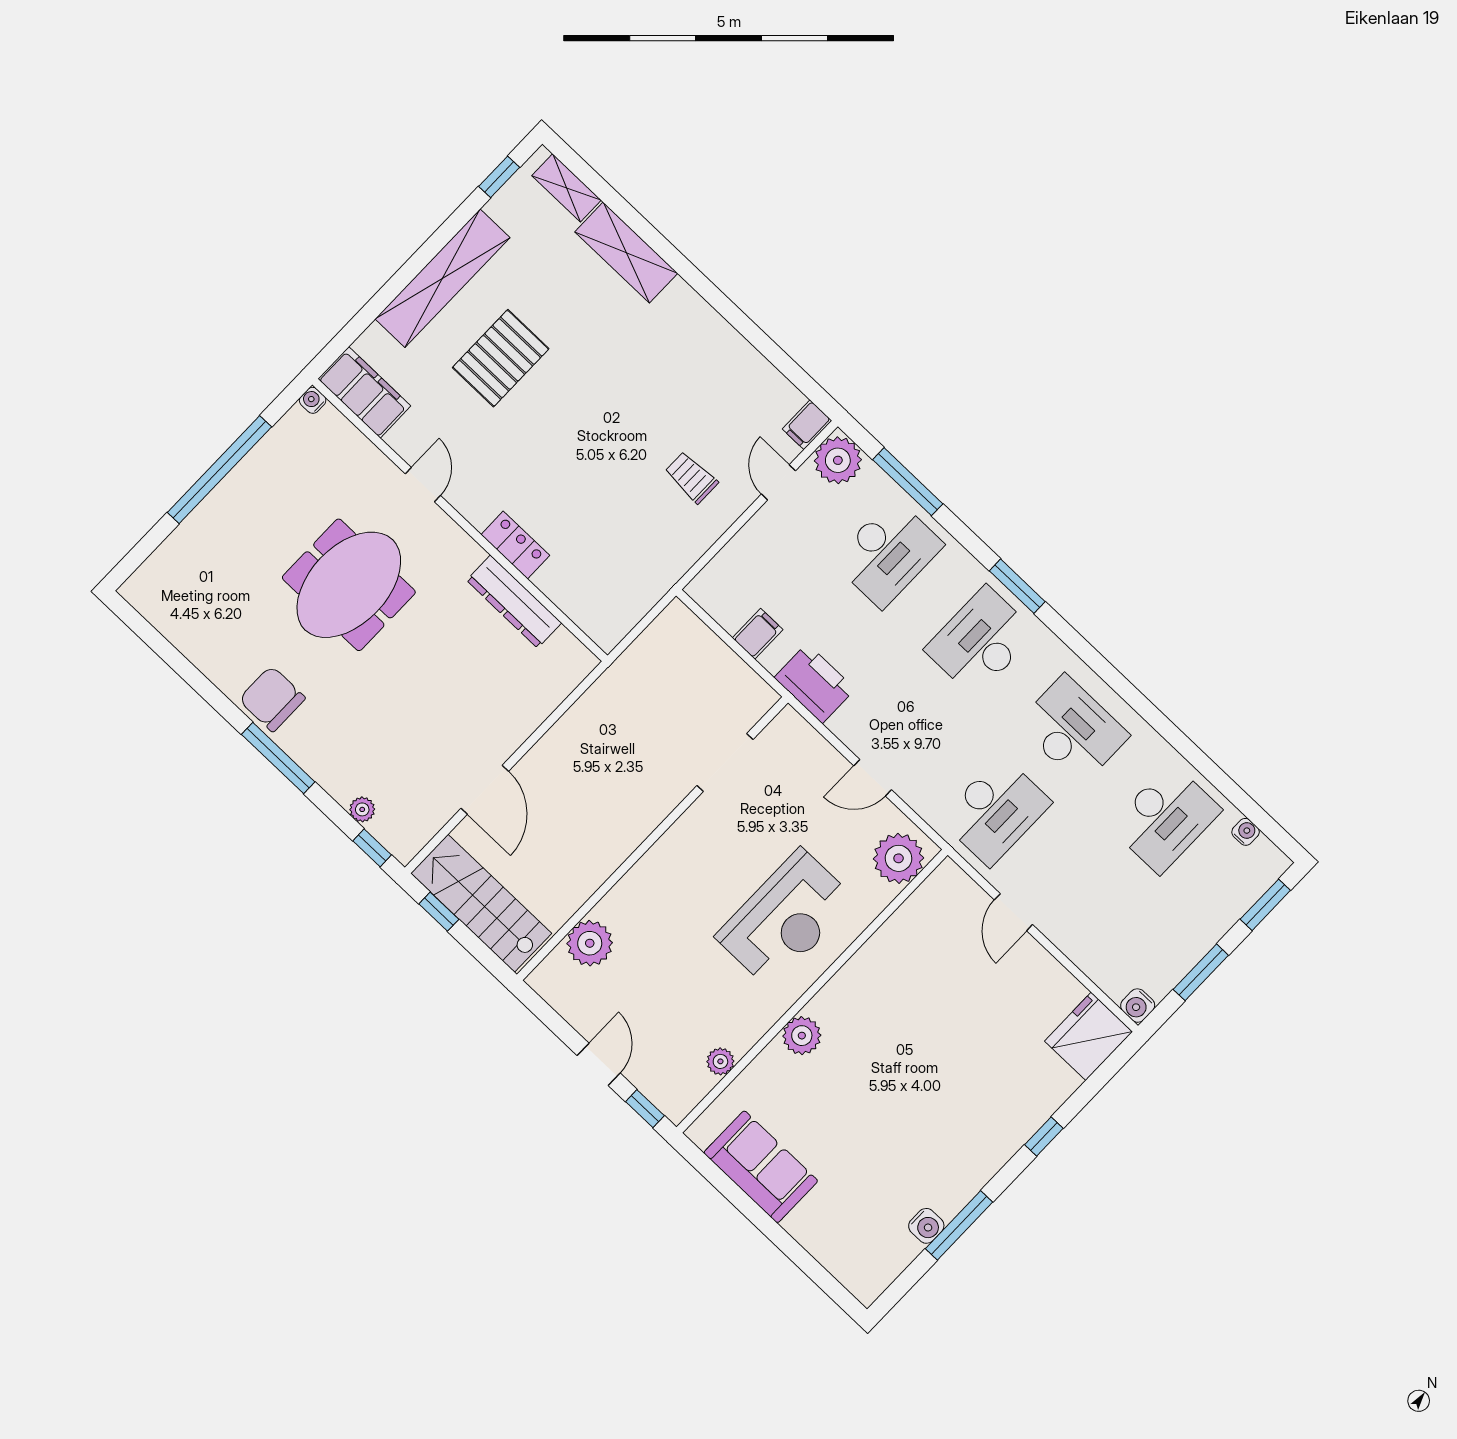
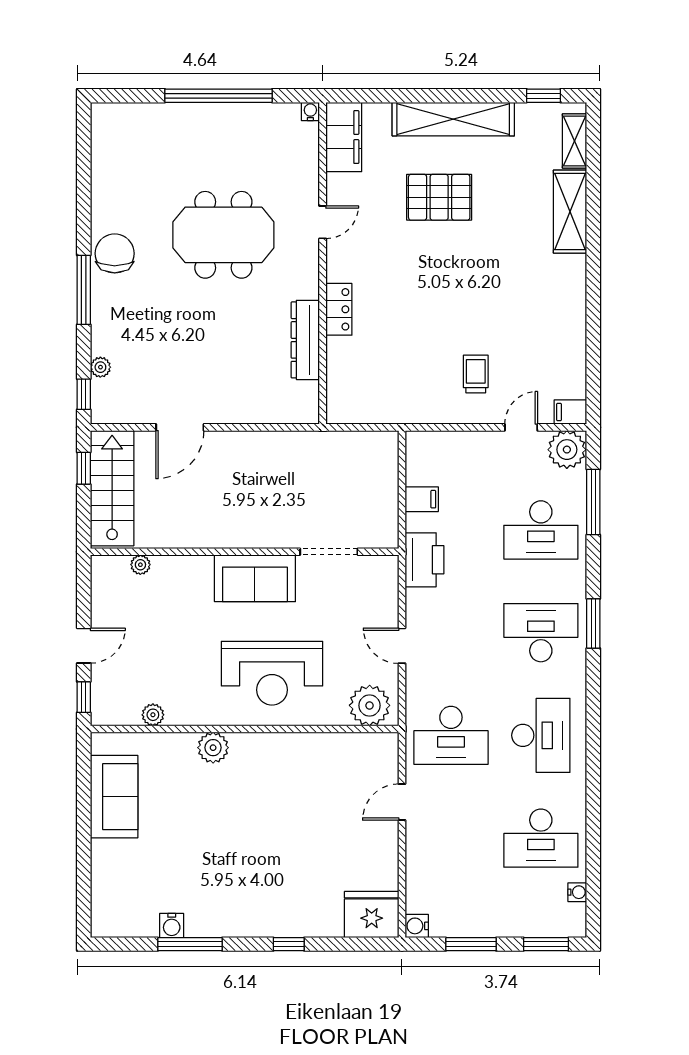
sofa: (685, 852) -> (255, 578), added
plant: (590, 943) -> (140, 565), width x0.53, depth x0.53

